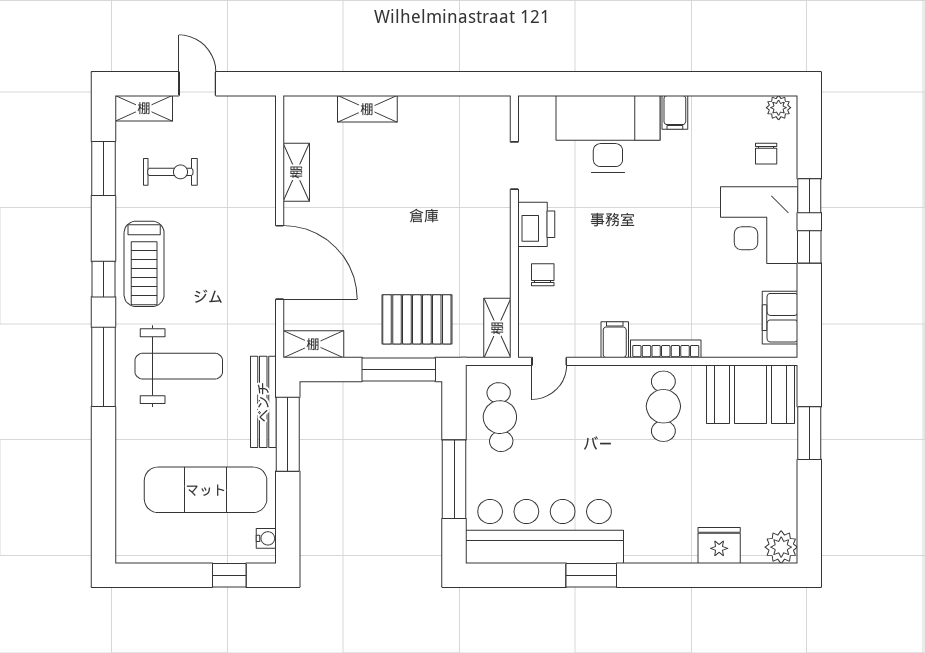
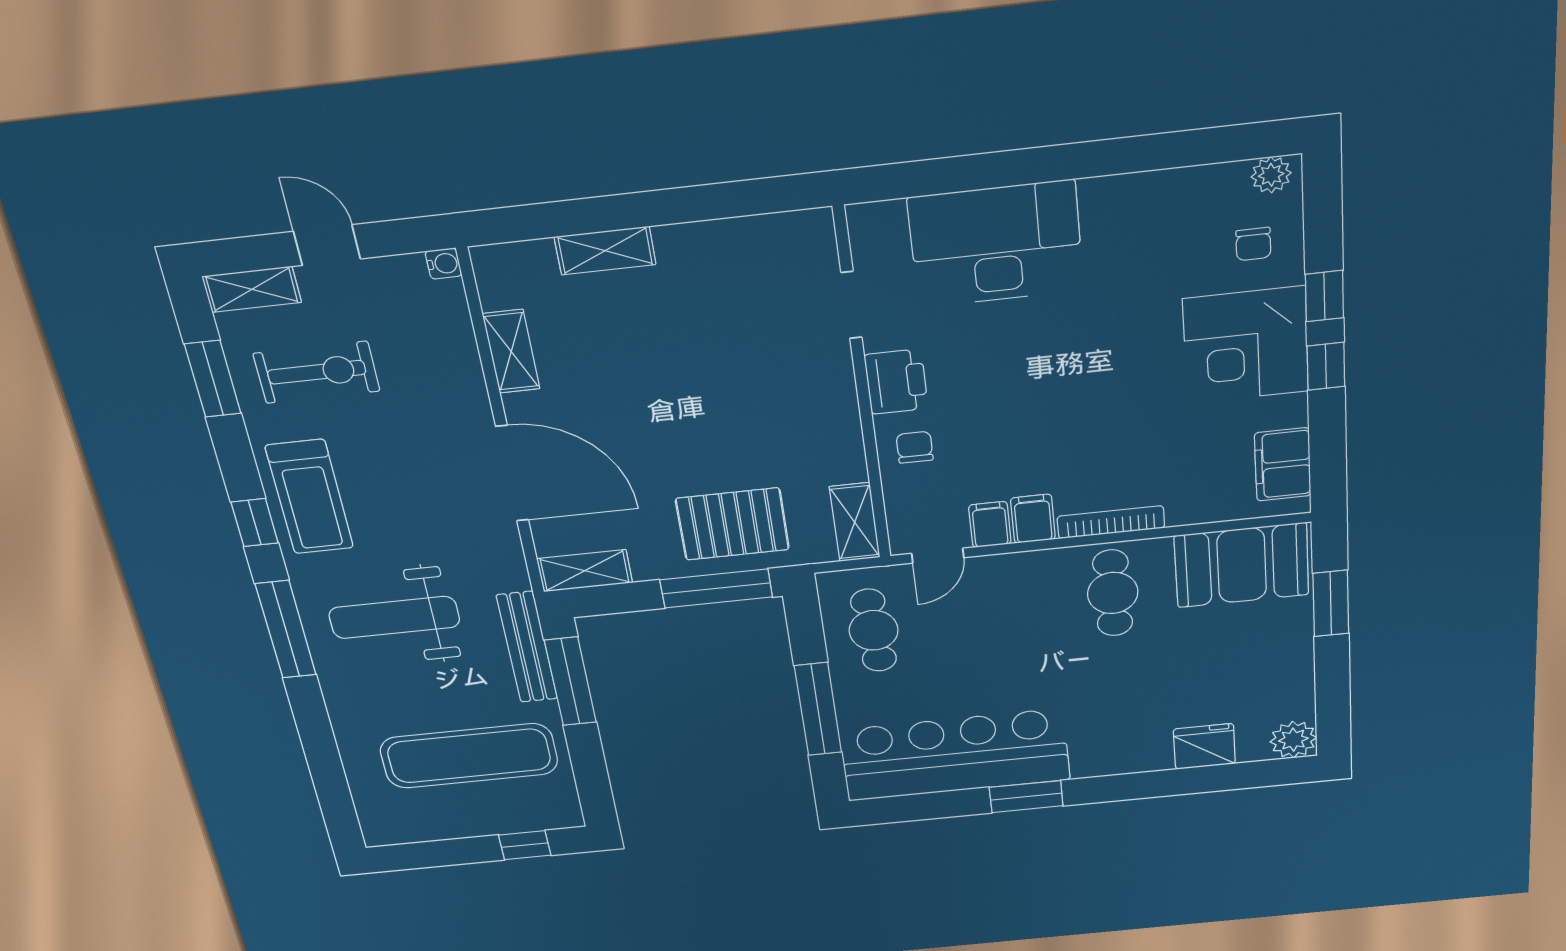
filing cabinet: (675, 112) -> (990, 524), moved, turned 180
exercise bike: (170, 172) -> (317, 372), width x1.38, depth x1.39
weight bench: (179, 366) -> (394, 617), turned 180
water cooler: (266, 538) -> (444, 264), moved

